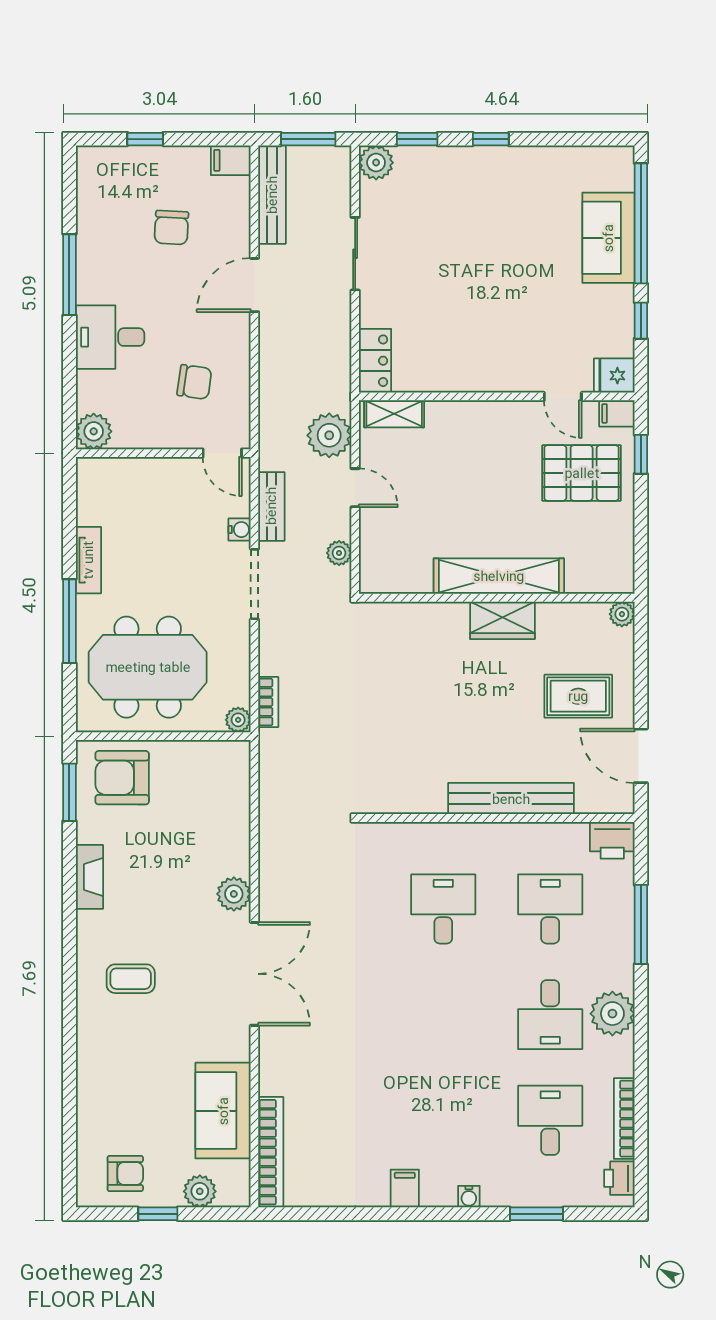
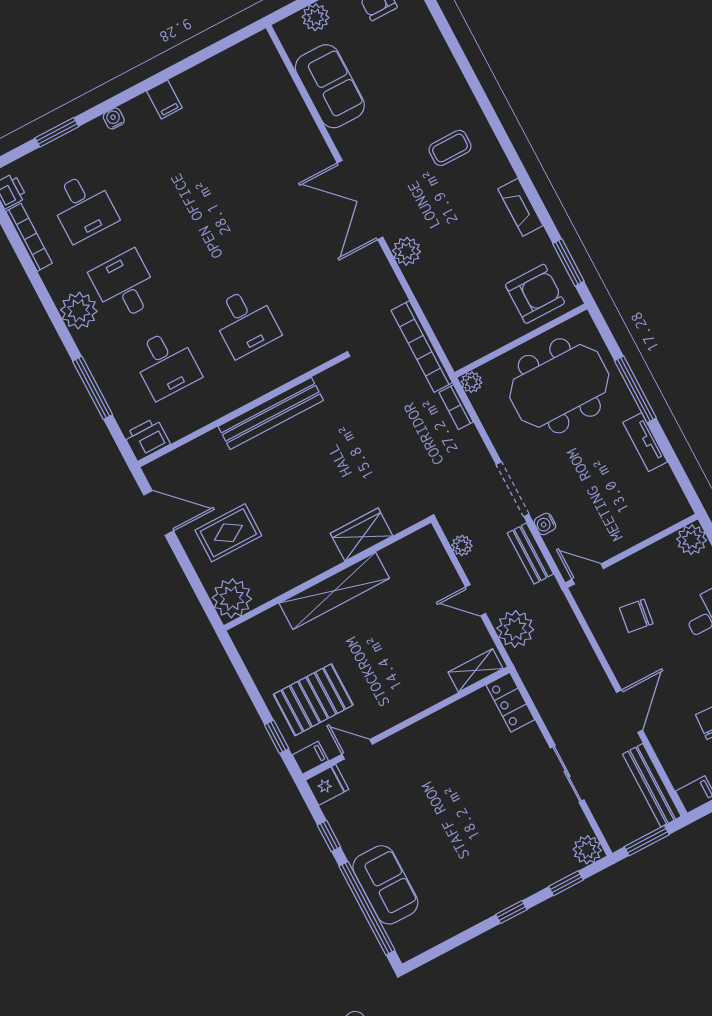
plant: (622, 614) -> (232, 598), width x1.87, depth x1.87
wardrobe: (502, 620) -> (362, 535), moved
bench: (511, 799) -> (271, 413), moved
bookcase: (271, 1152) -> (422, 347), moved

